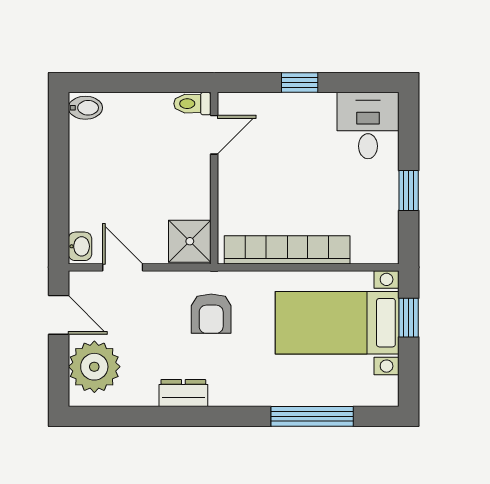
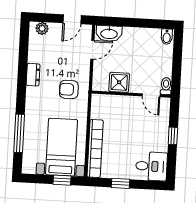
shower: (190, 241) -> (119, 82), moved
washbasin: (80, 246) -> (109, 33), width x1.91, depth x1.45
bookcase: (287, 250) -> (95, 149), moved
plant: (94, 367) -> (42, 28), width x0.53, depth x0.53

